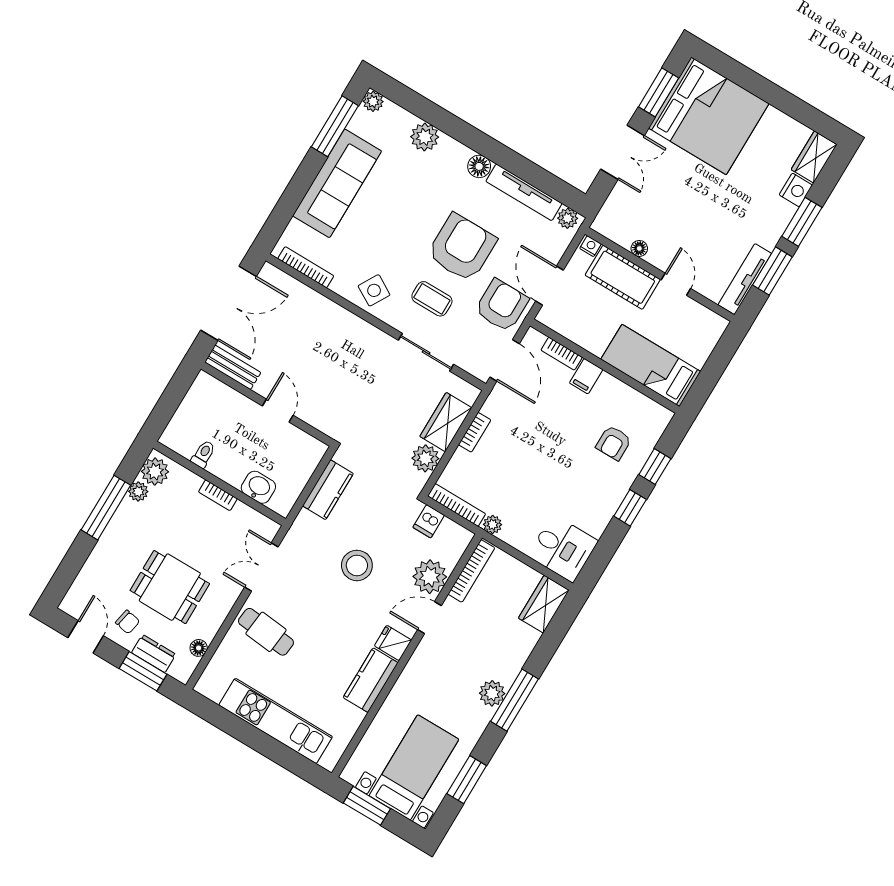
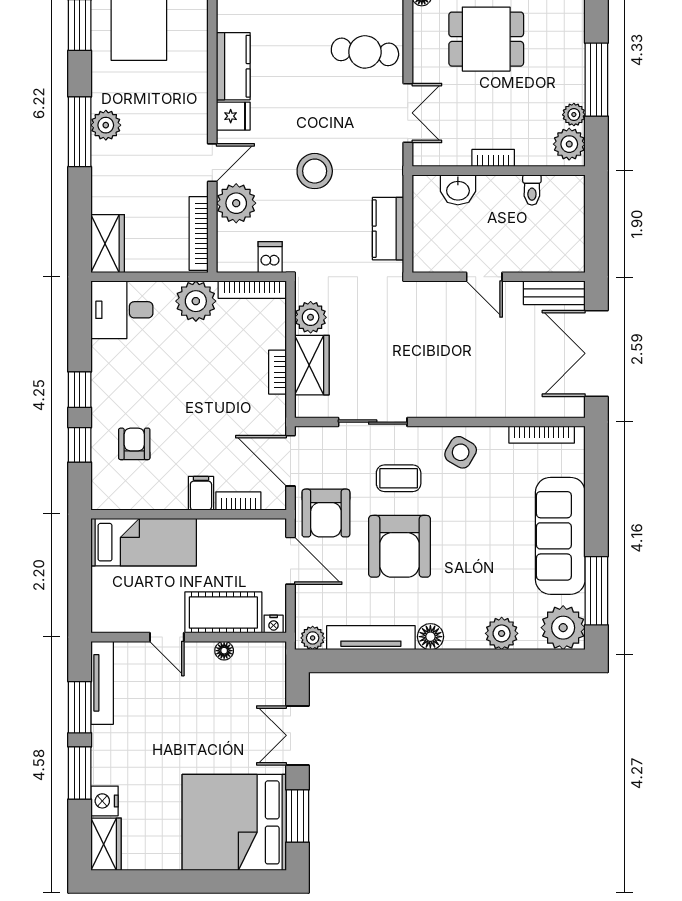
plant: (373, 101) -> (563, 628), width x1.88, depth x1.88
plant: (493, 525) -> (196, 301), width x1.87, depth x1.87

